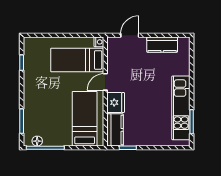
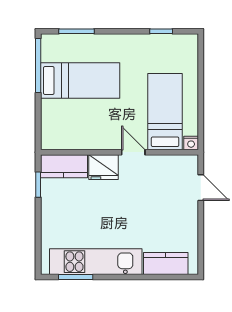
kitchen counter: (162, 45) -> (166, 264), moved, turned 90
bed: (85, 119) -> (80, 80), moved
floor lamp: (37, 141) -> (48, 54), removed

